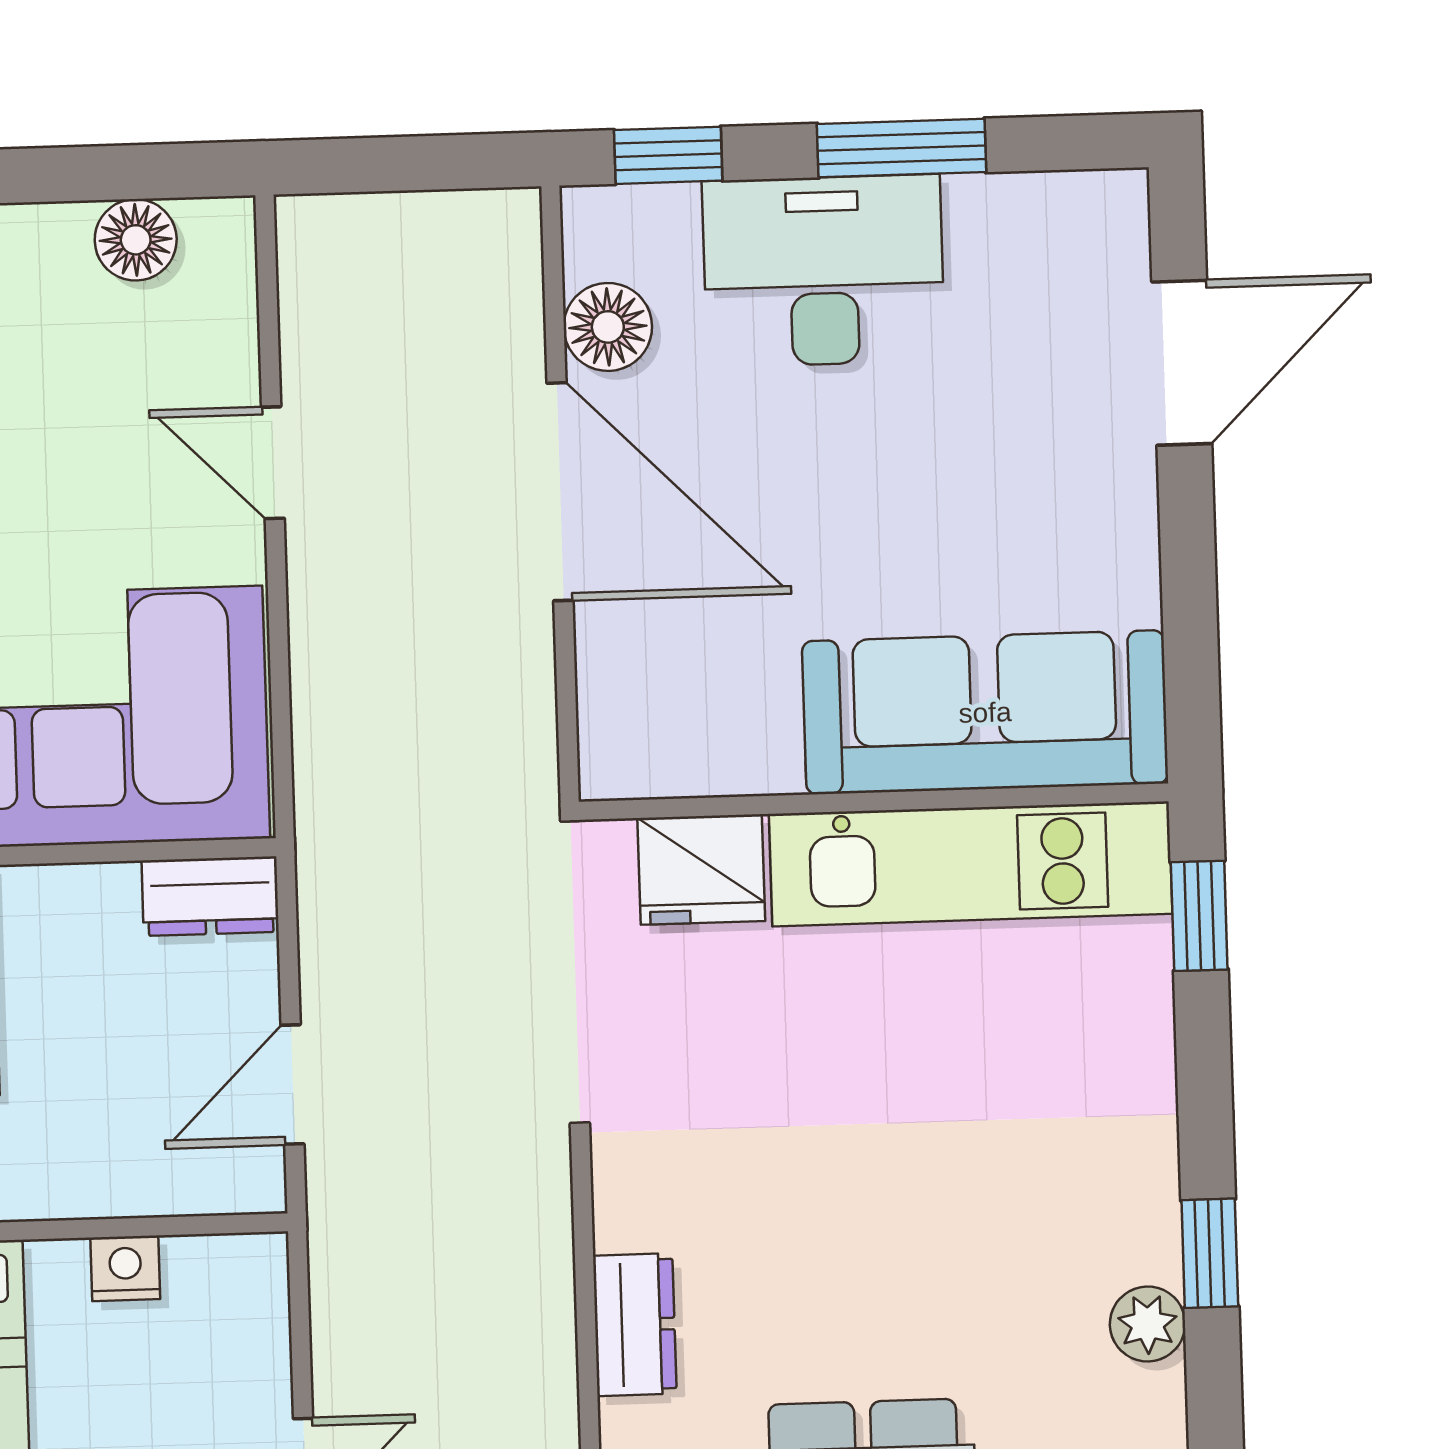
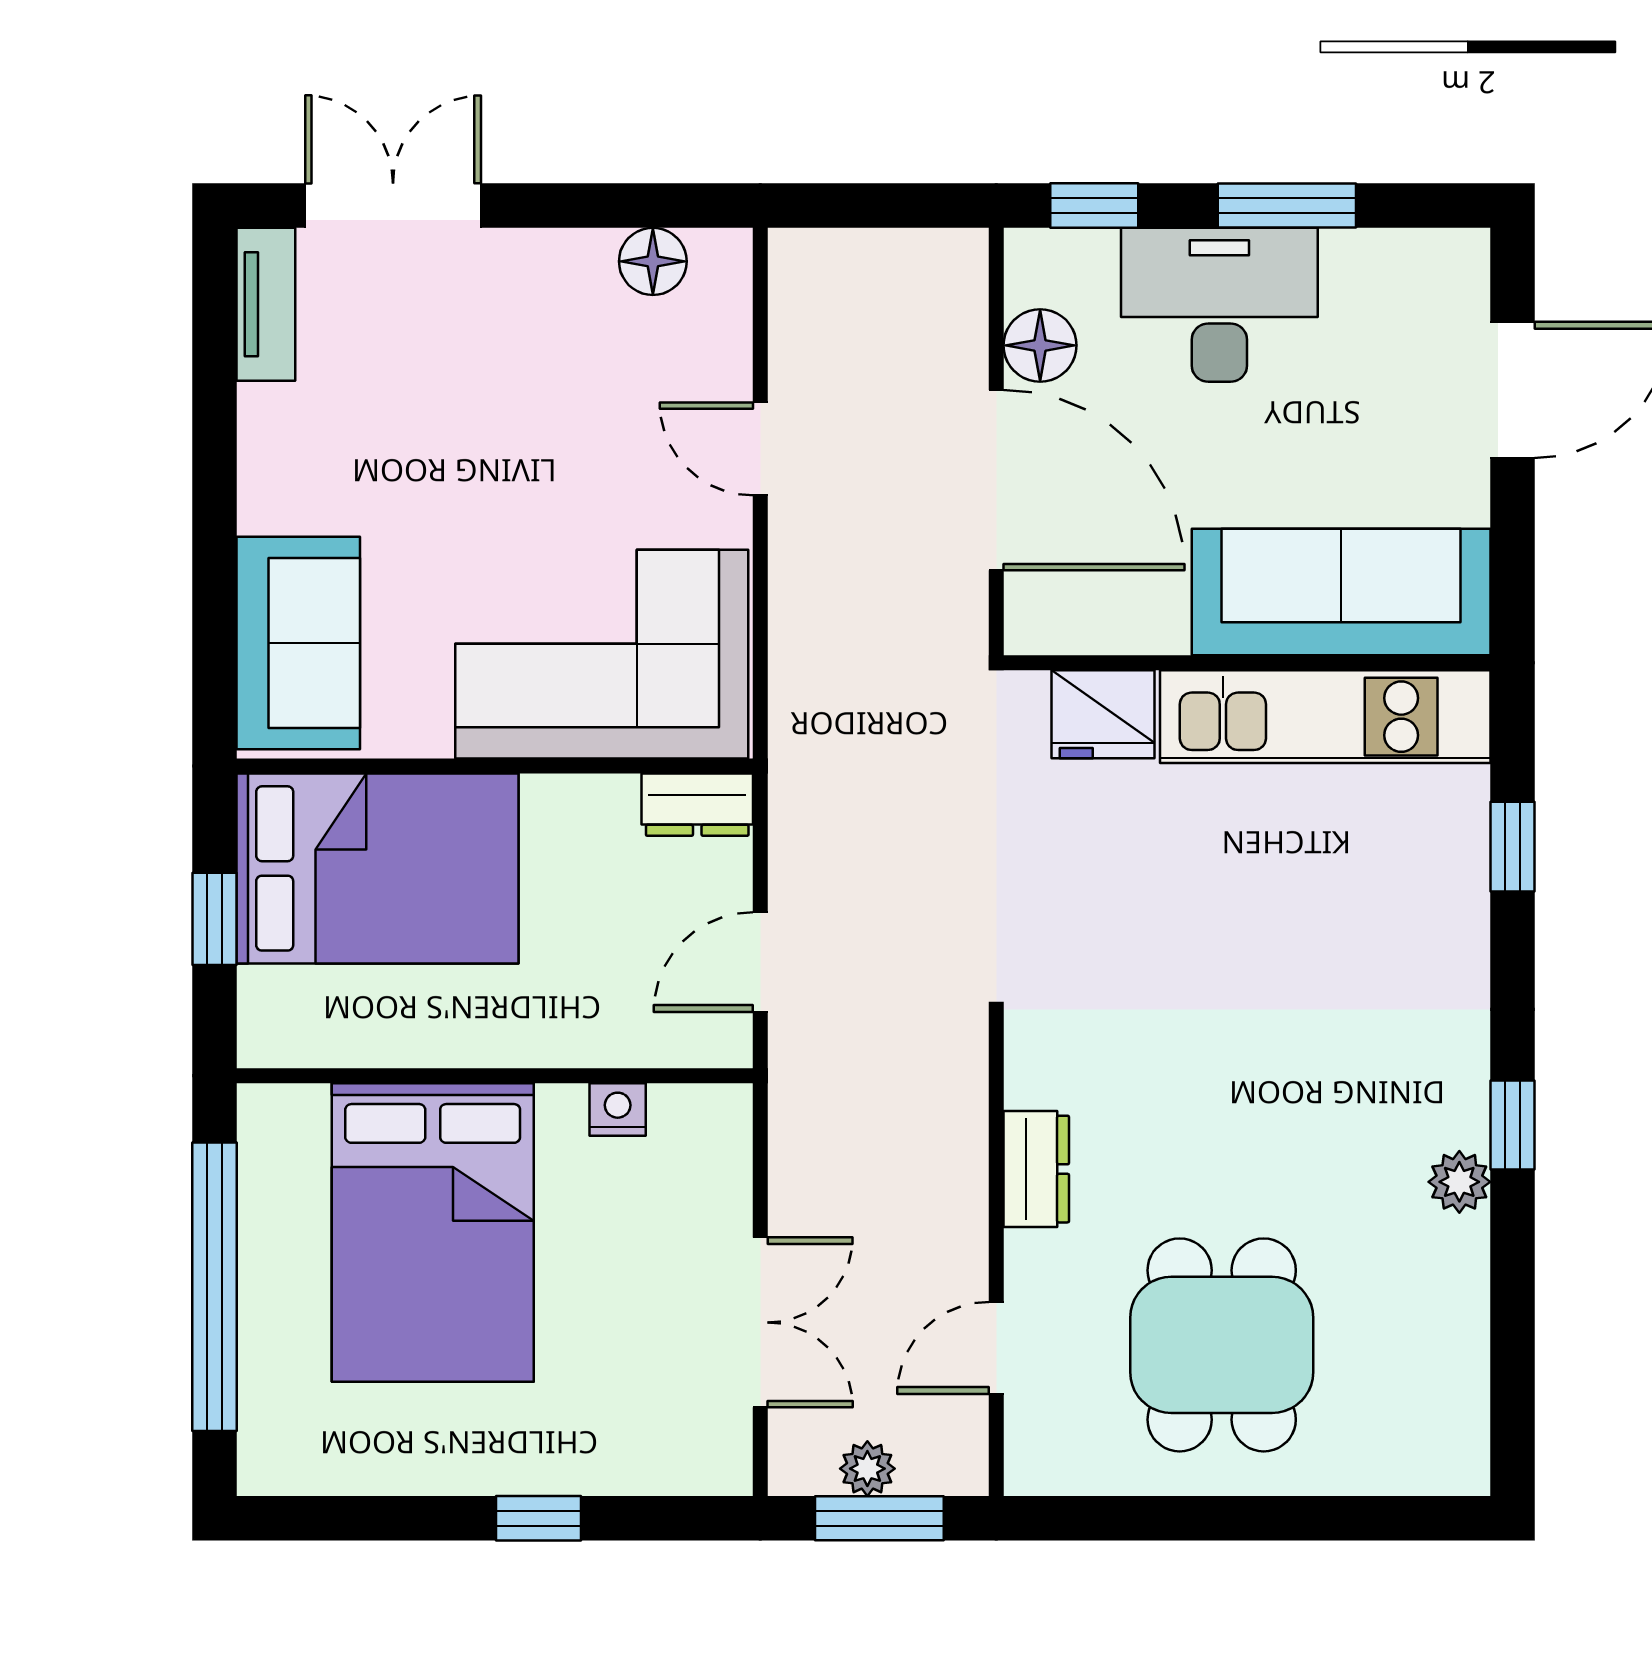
sofa: (985, 712) -> (1341, 592), moved
wall: (874, 802) -> (1247, 663), moved
kitchen unit: (971, 864) -> (1325, 717), moved
fridge: (701, 870) -> (1103, 714), moved

